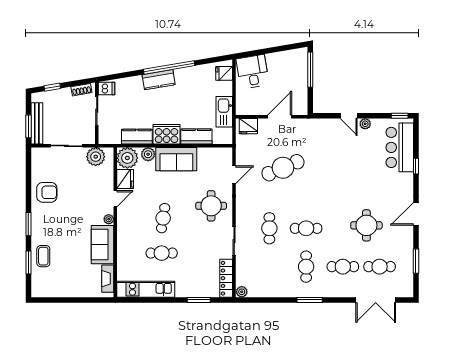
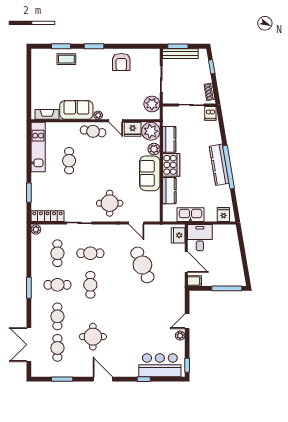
desk: (253, 72) -> (200, 238), moved, turned -80
kitchen counter: (159, 80) -> (219, 165), width x1.50
filing cabinet: (302, 107) -> (194, 281), added
cafe table: (163, 218) -> (93, 131), moved
cafe table: (269, 267) -> (57, 253), added

